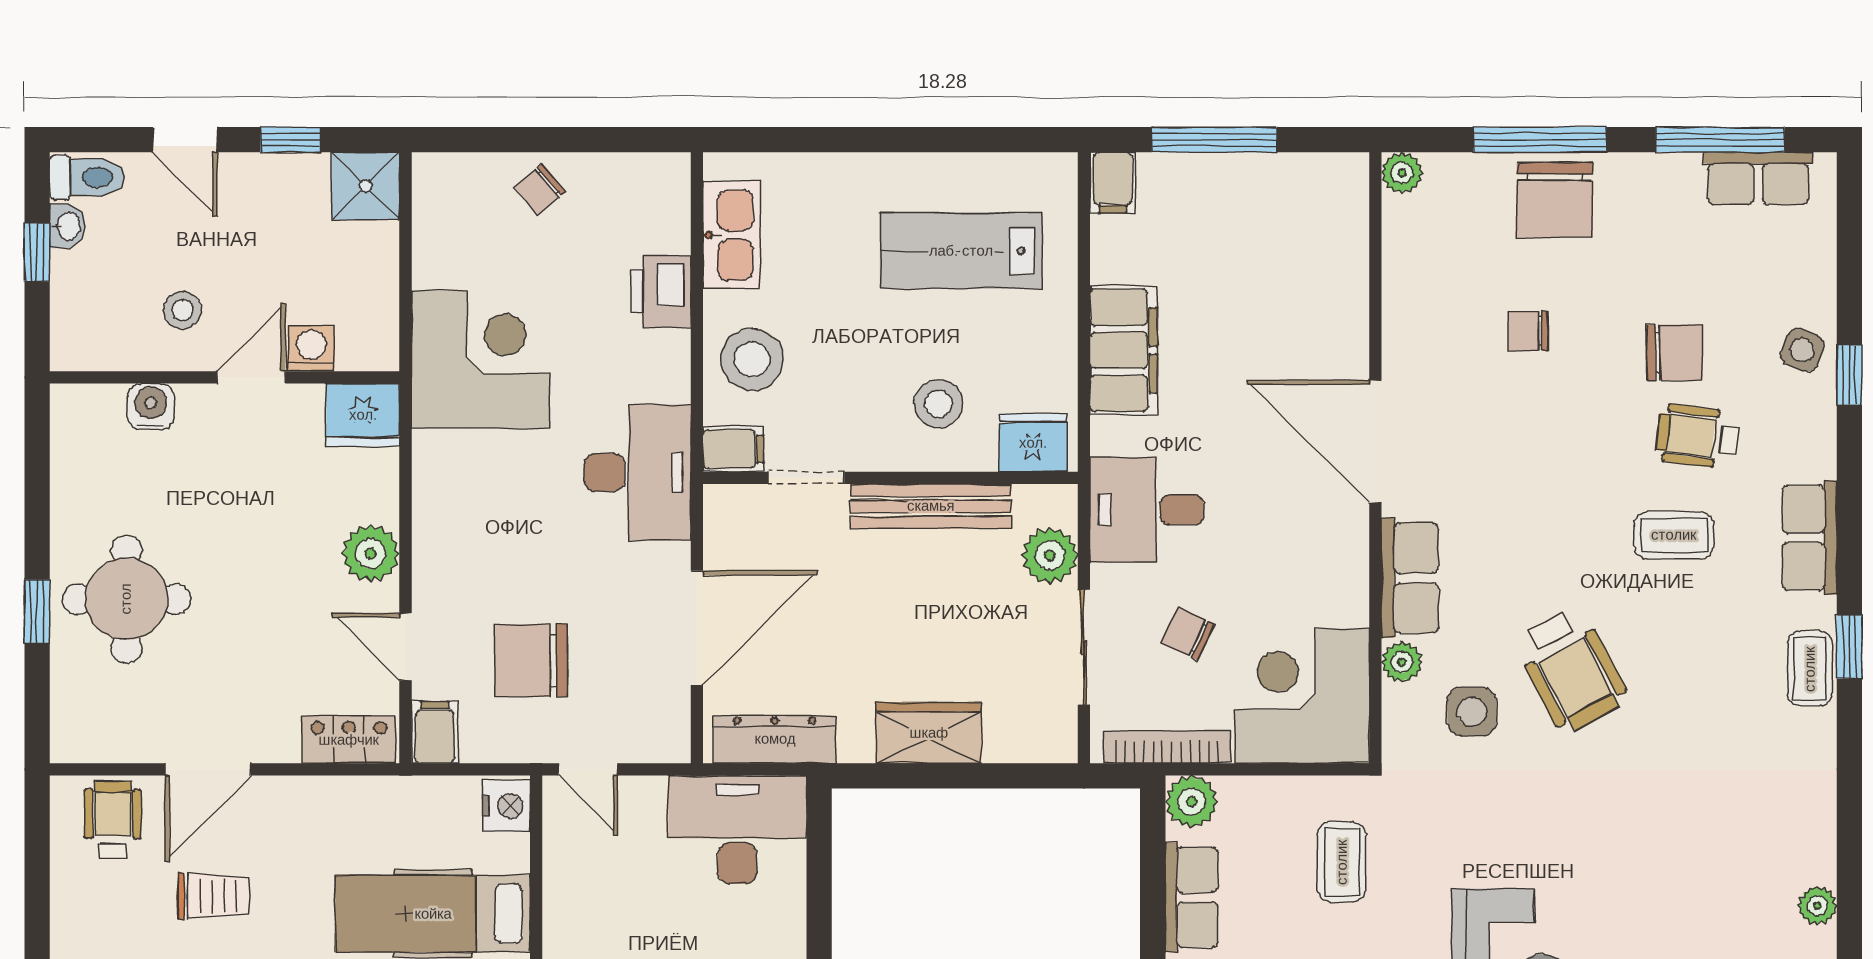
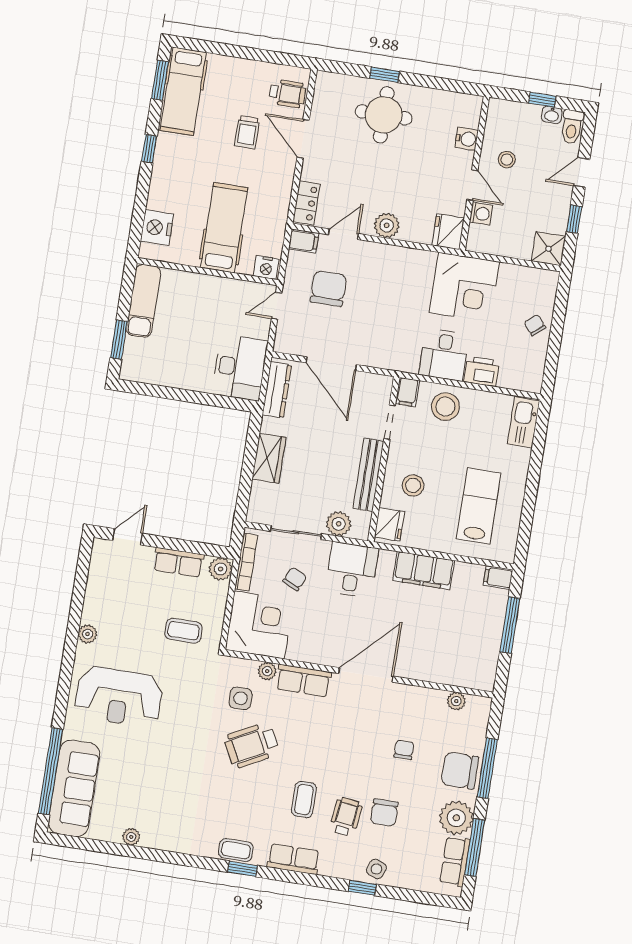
plant: (1402, 173) -> (456, 701), moved
plant: (1661, 191) -> (456, 818), added
kitchen sink: (731, 235) -> (524, 422), moved, turned 90
desk: (638, 473) -> (444, 355), moved, width x0.73

